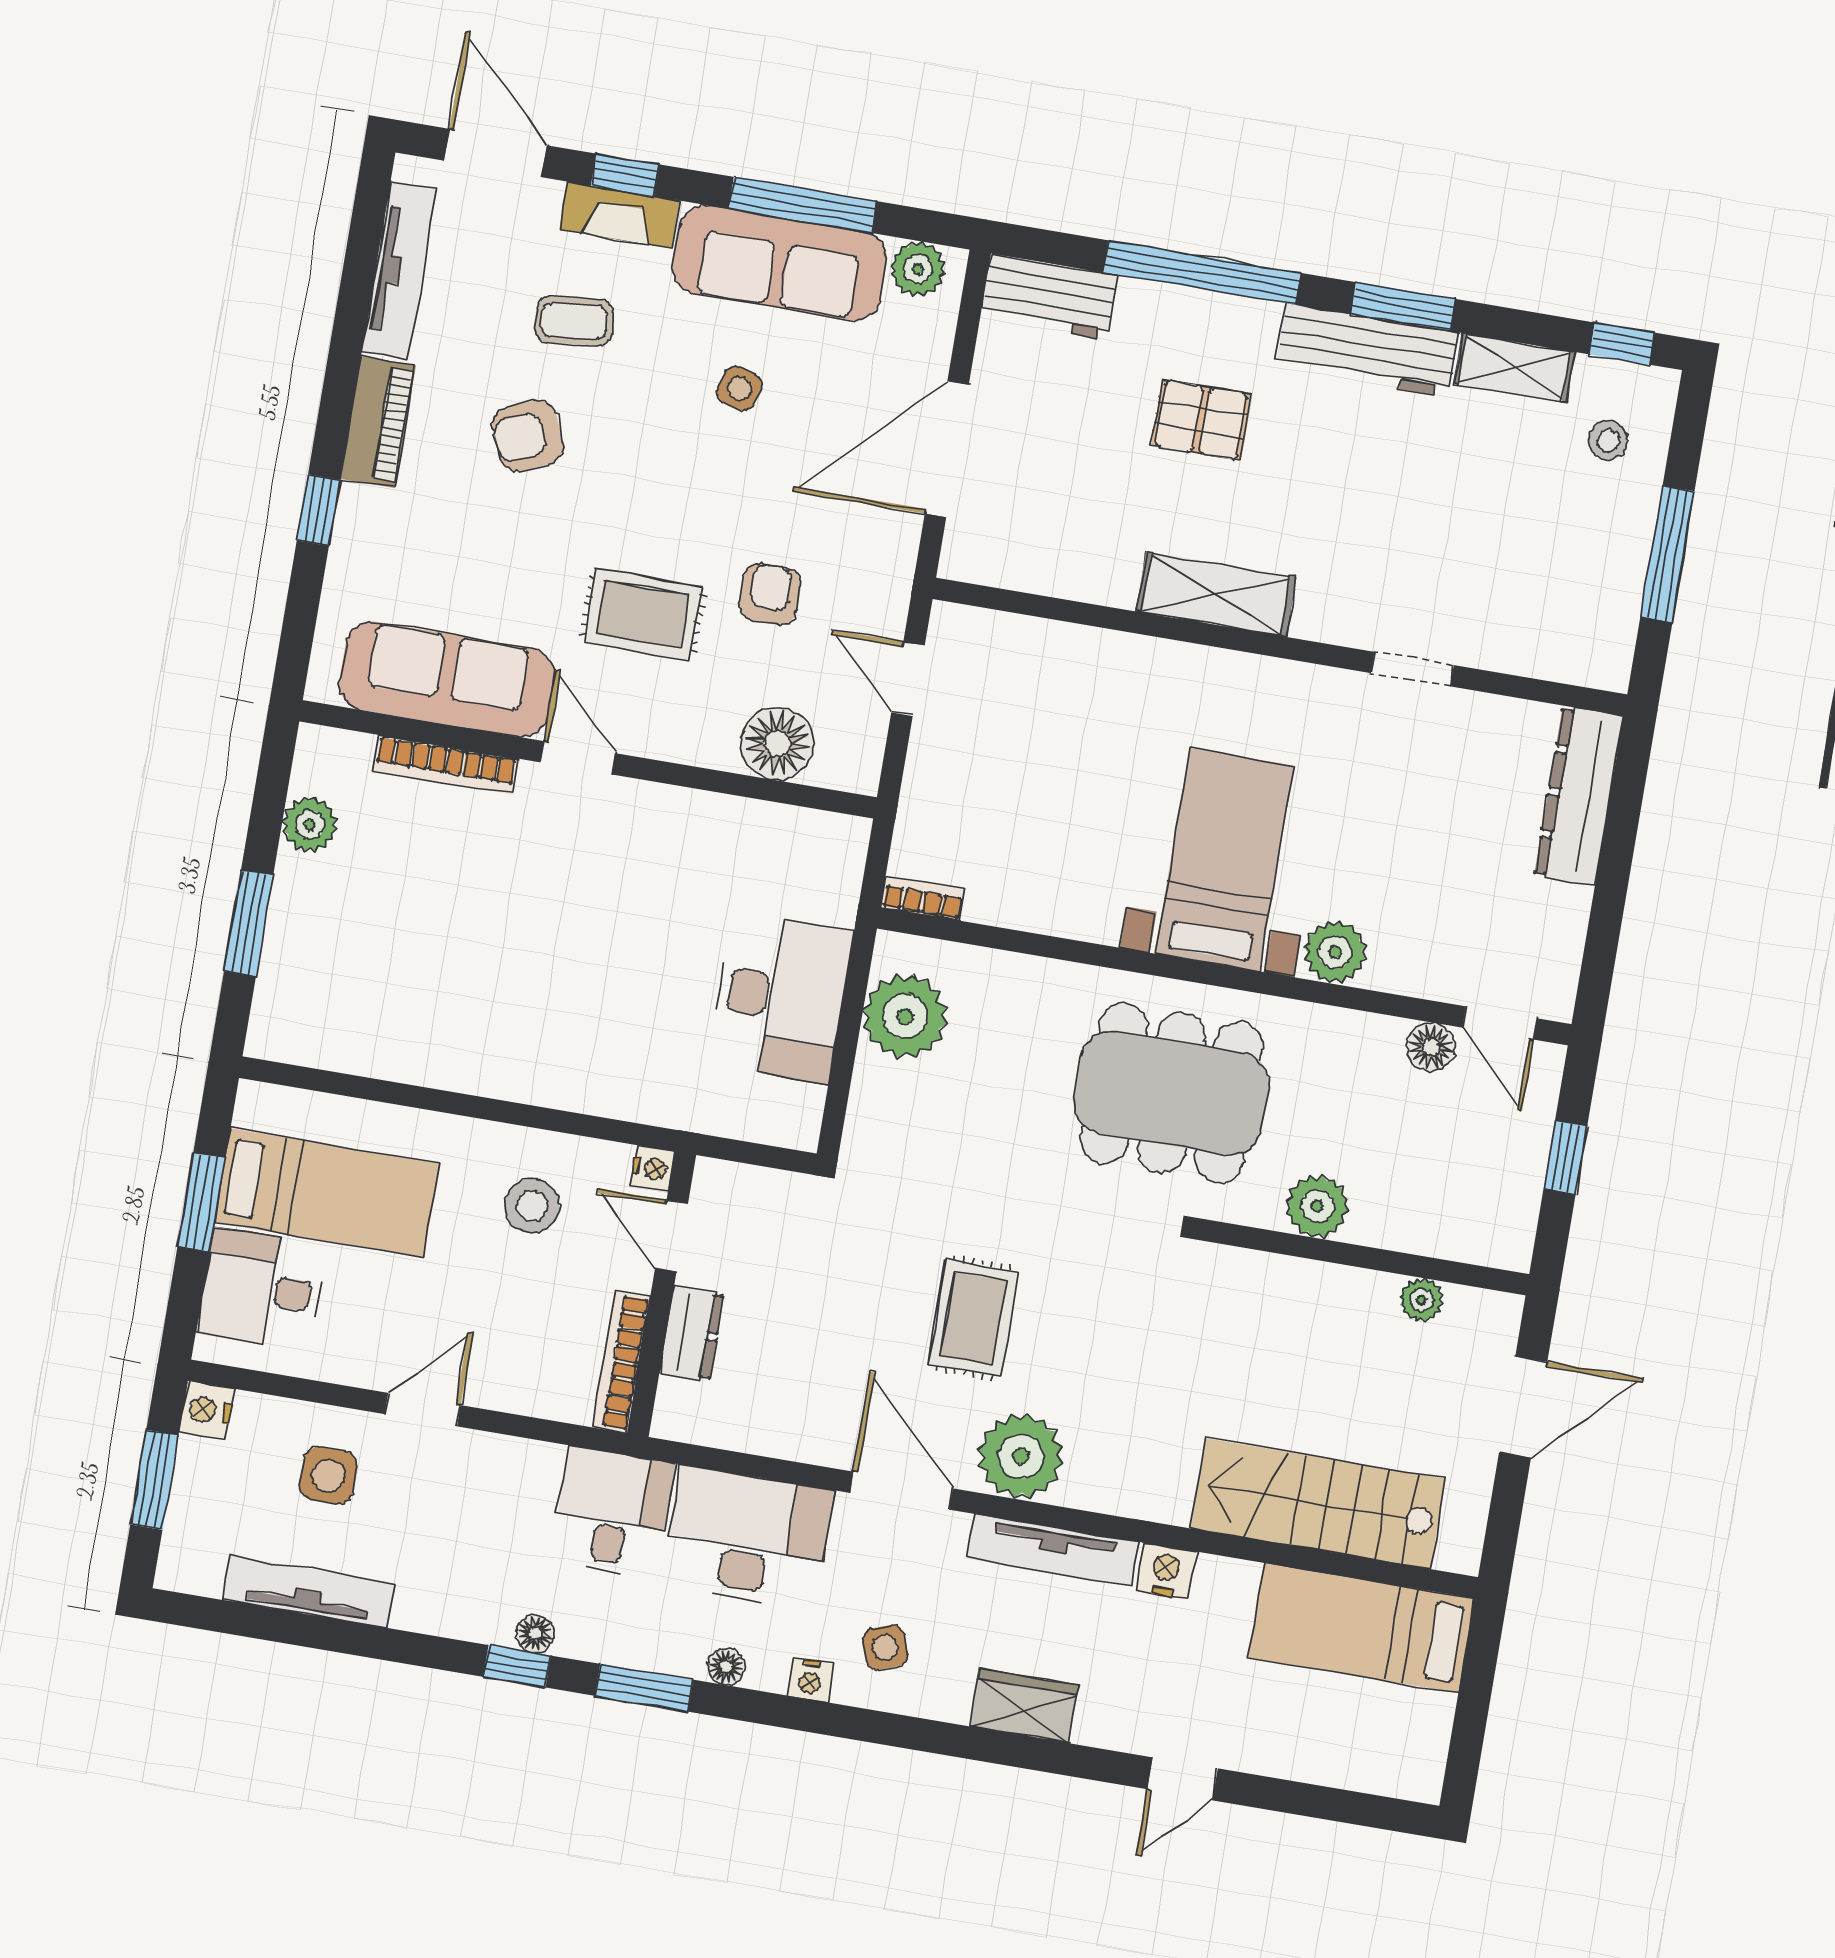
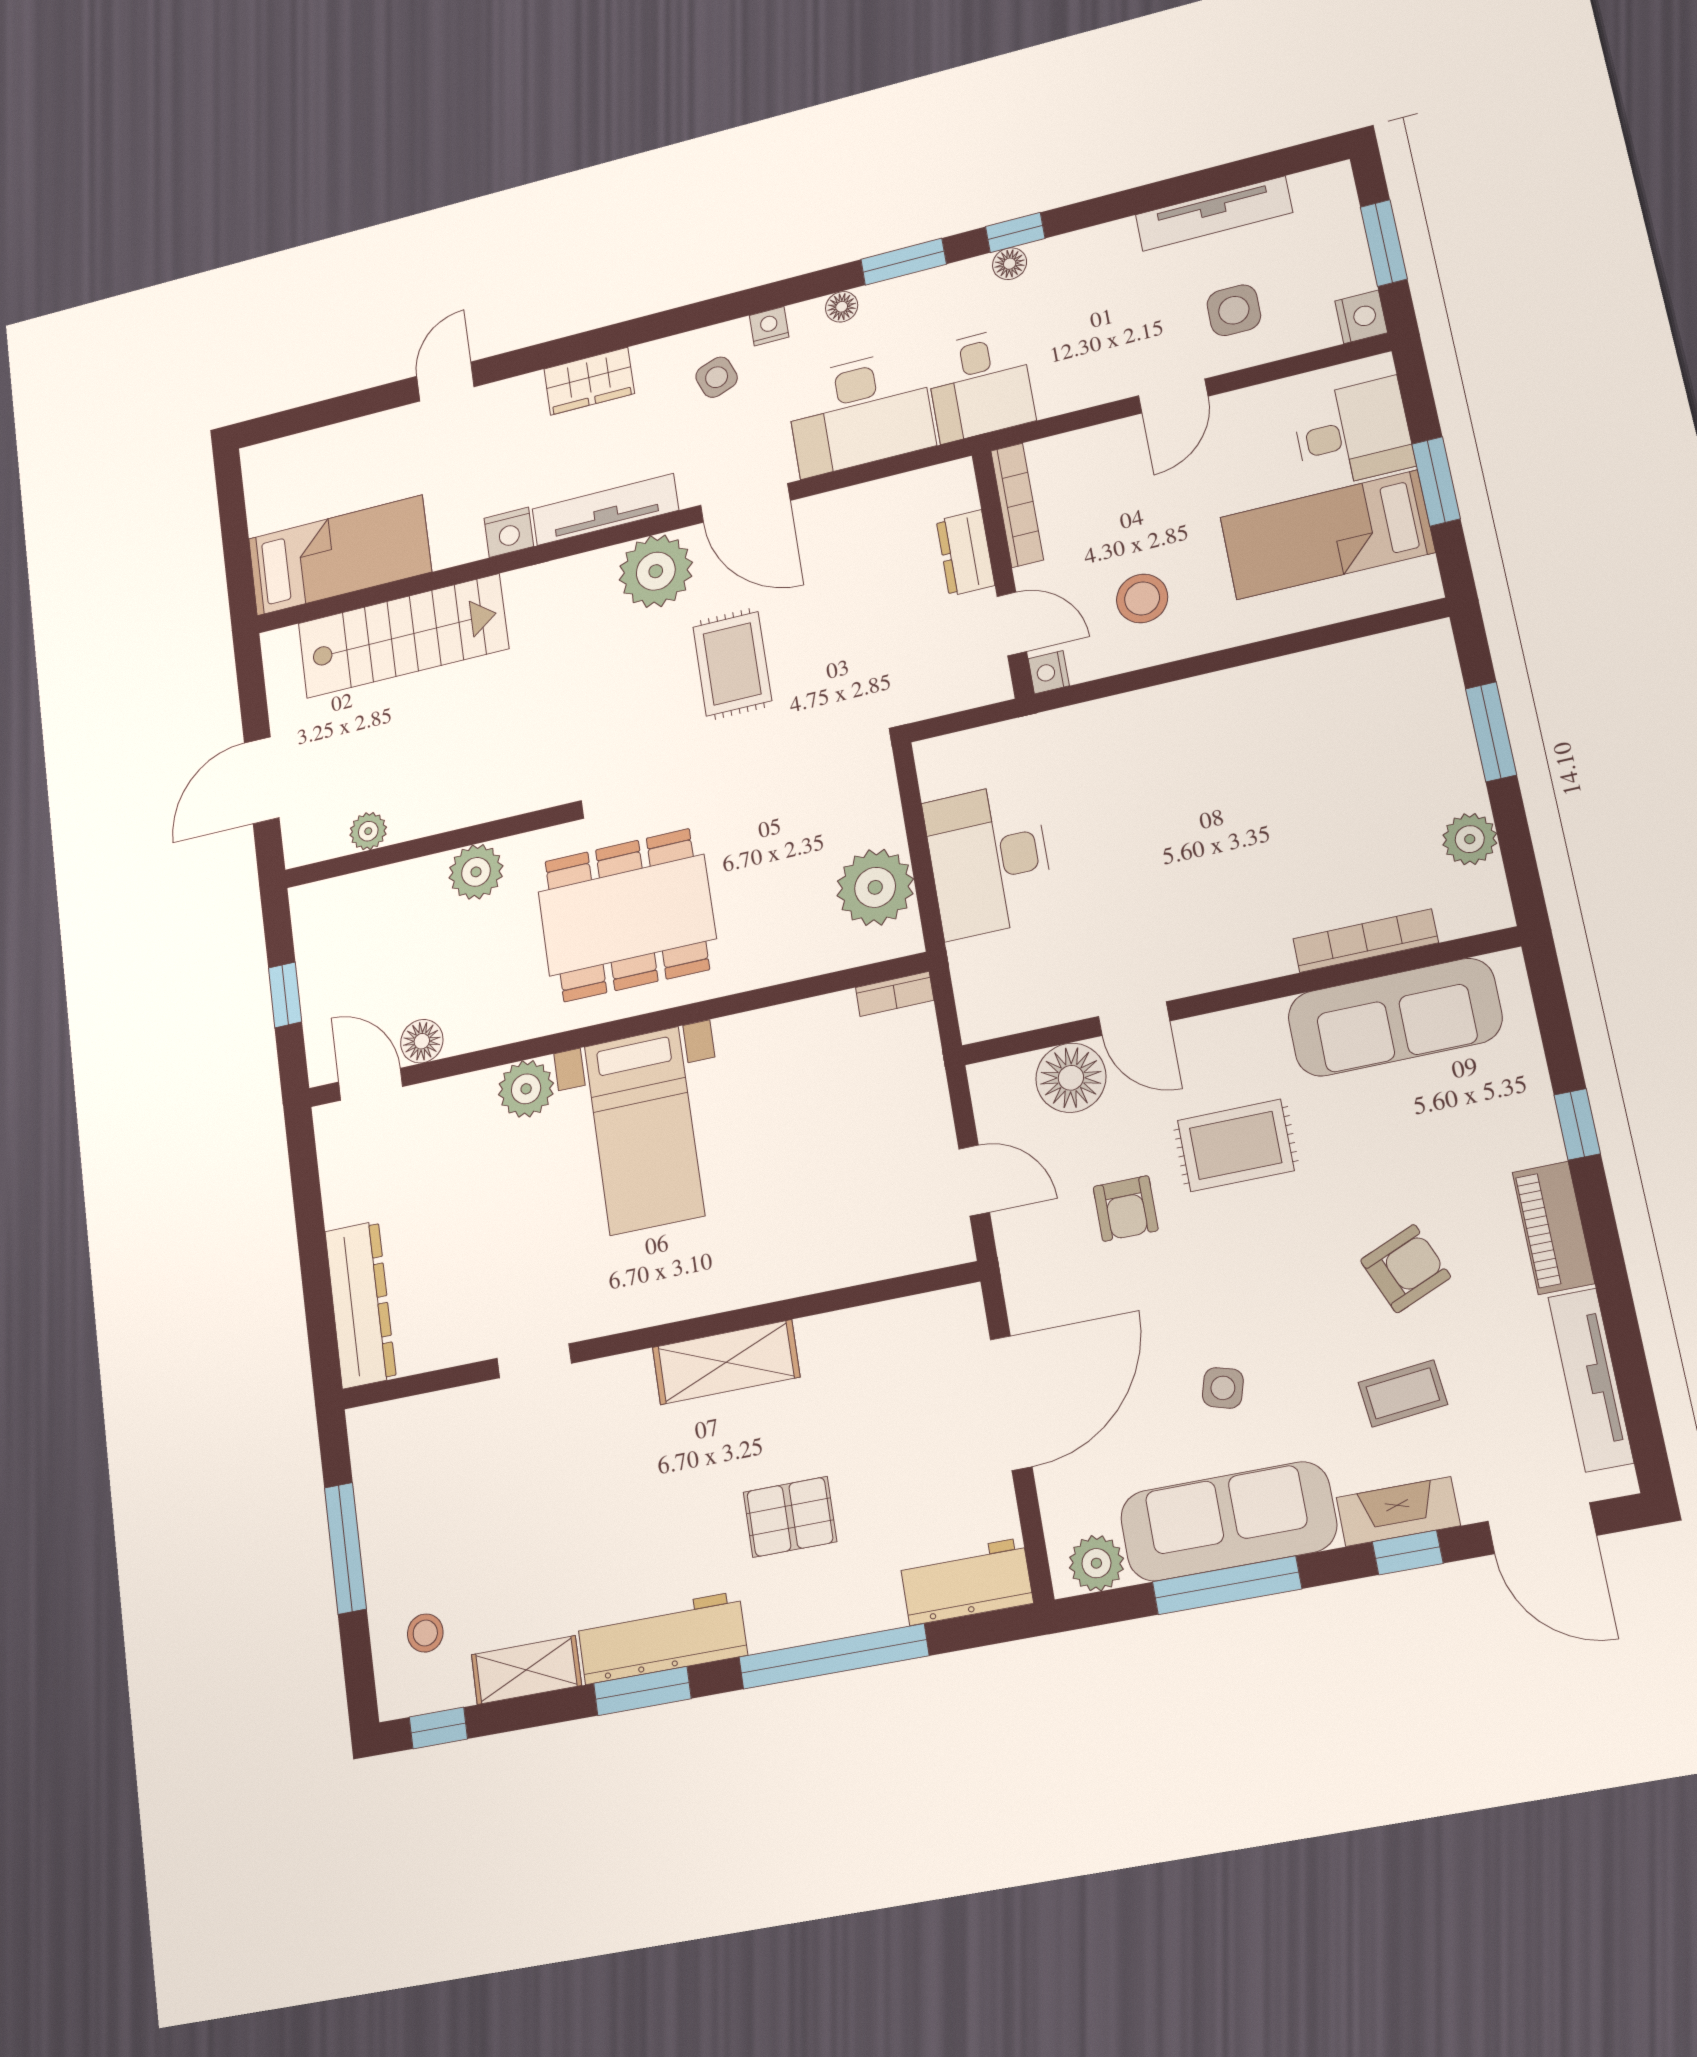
door: (578, 758) -> (1134, 1019), moved

